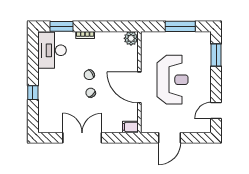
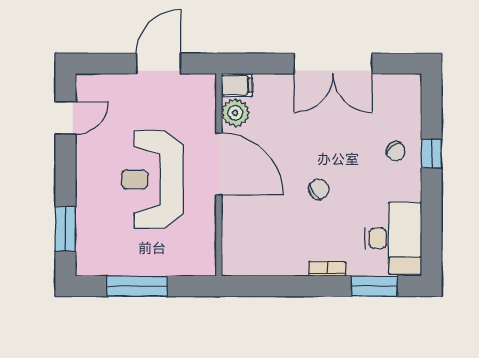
plant: (131, 38) -> (235, 113), moved
chair: (91, 93) -> (396, 151), moved

